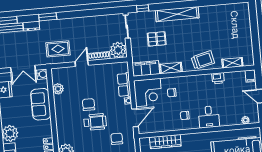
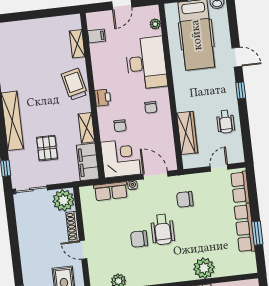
filing cabinet: (250, 76) -> (97, 36), moved
printer: (218, 78) -> (103, 98), moved
desk: (209, 117) -> (146, 63), width x1.87, depth x1.30
wheelchair: (95, 122) -> (163, 229), turned 180

